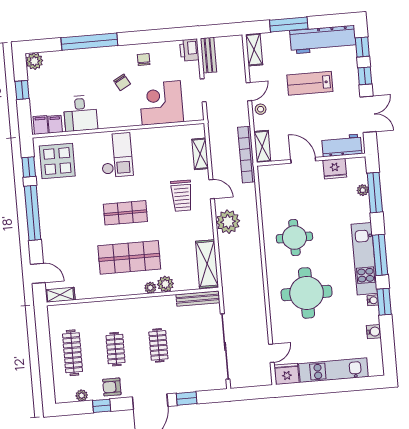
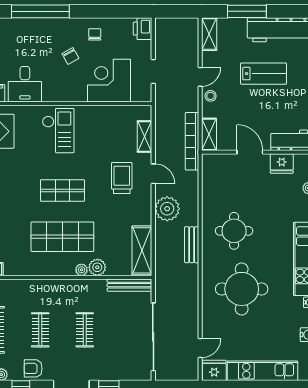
bench: (208, 55) -> (192, 245), moved
lab bench: (310, 83) -> (264, 74), turned 180
trolley: (182, 196) -> (122, 178), turned 180

